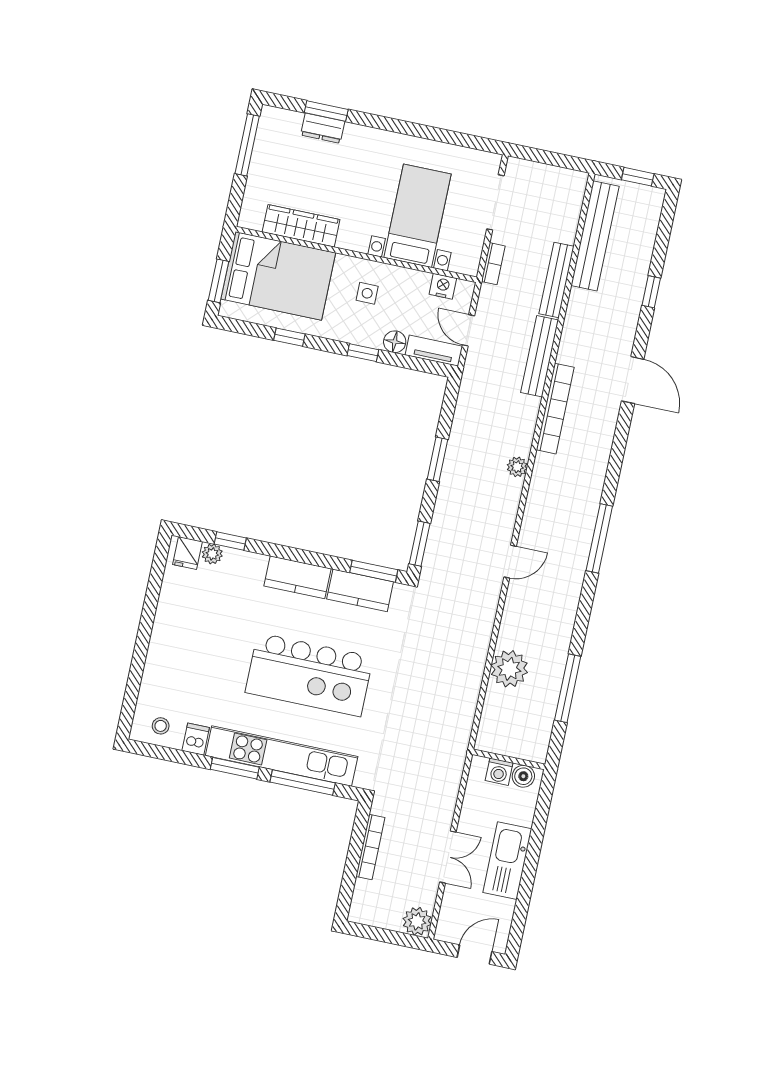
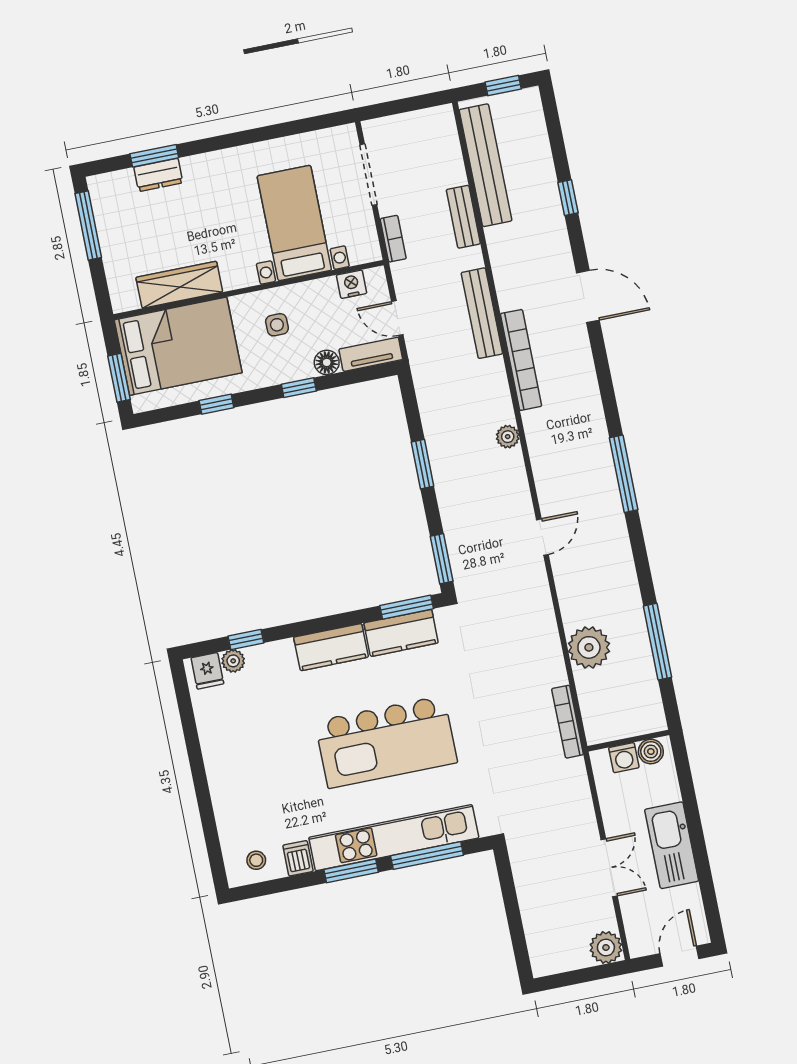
bench: (557, 280) -> (463, 217), width x0.73
bookcase: (370, 847) -> (568, 722), moved, turned 180

